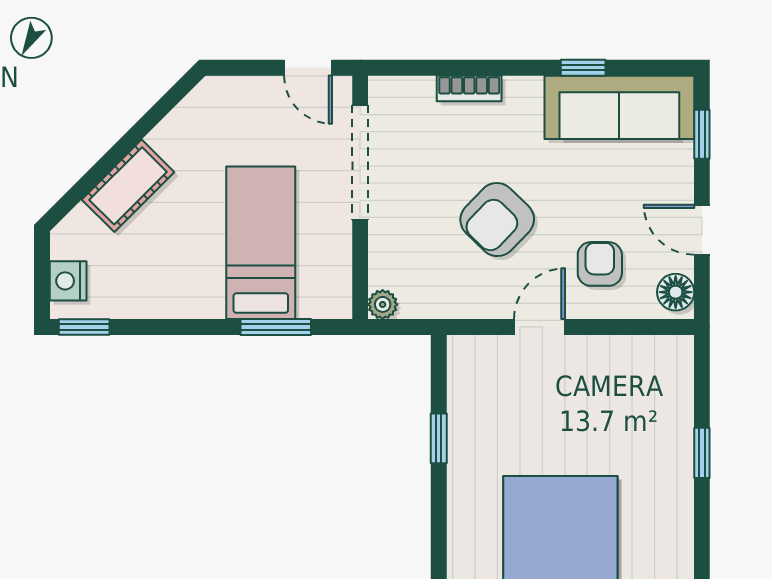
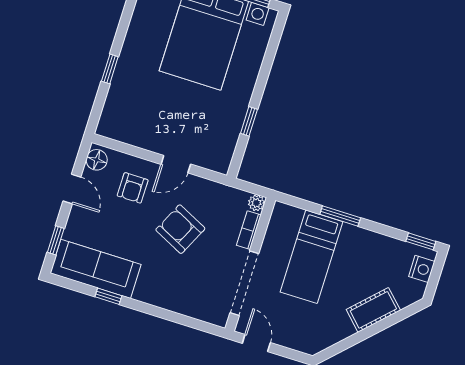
bookcase: (469, 88) -> (249, 230), moved, turned -90
armchair: (497, 220) -> (180, 229), turned -108
window: (276, 327) -> (340, 216), moved

